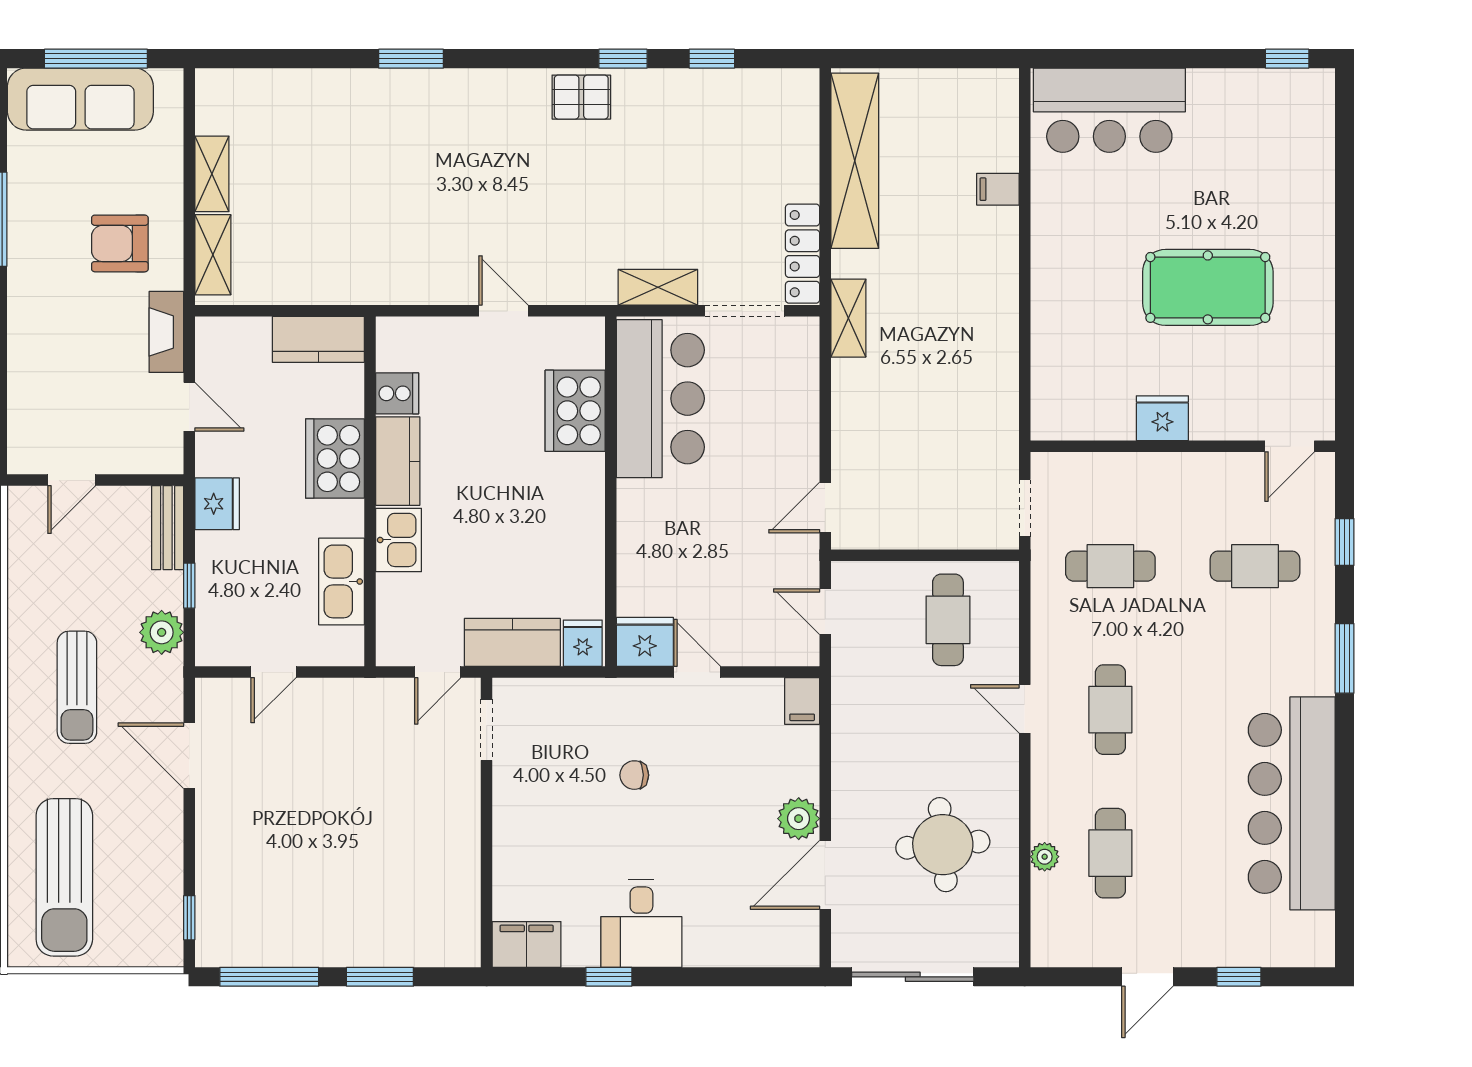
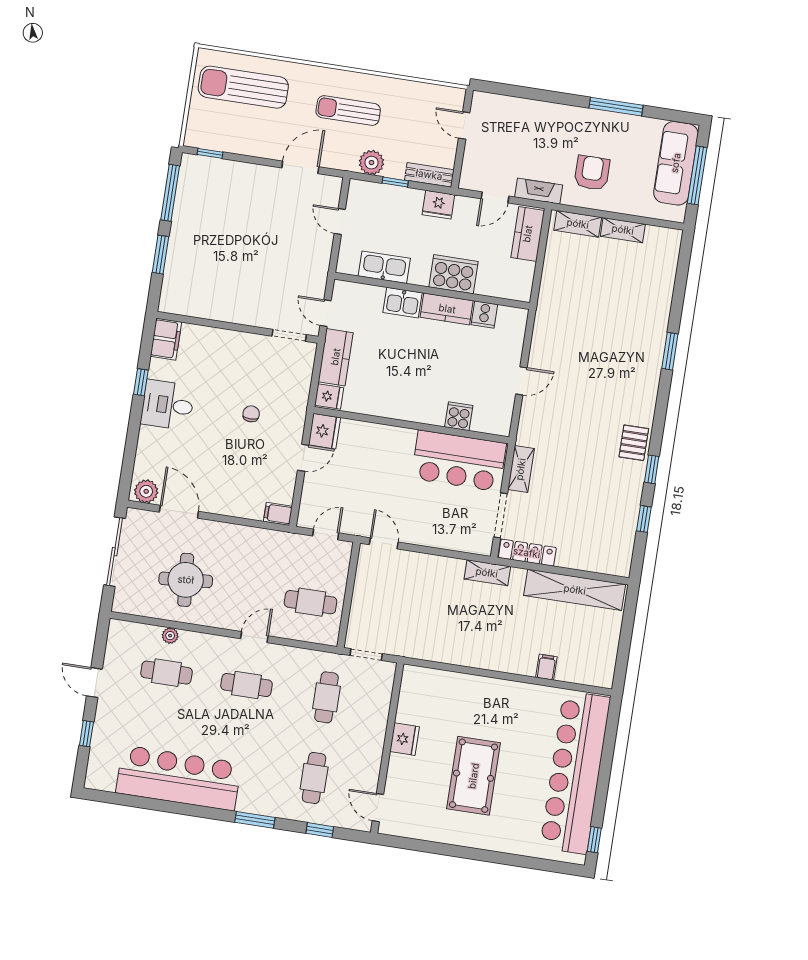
bar counter: (1109, 110) -> (575, 772), width x1.86
kitchen counter: (318, 339) -> (528, 234), moved
cooker: (575, 411) -> (459, 416), width x0.53, depth x0.76
plant: (799, 819) -> (146, 491), moved

